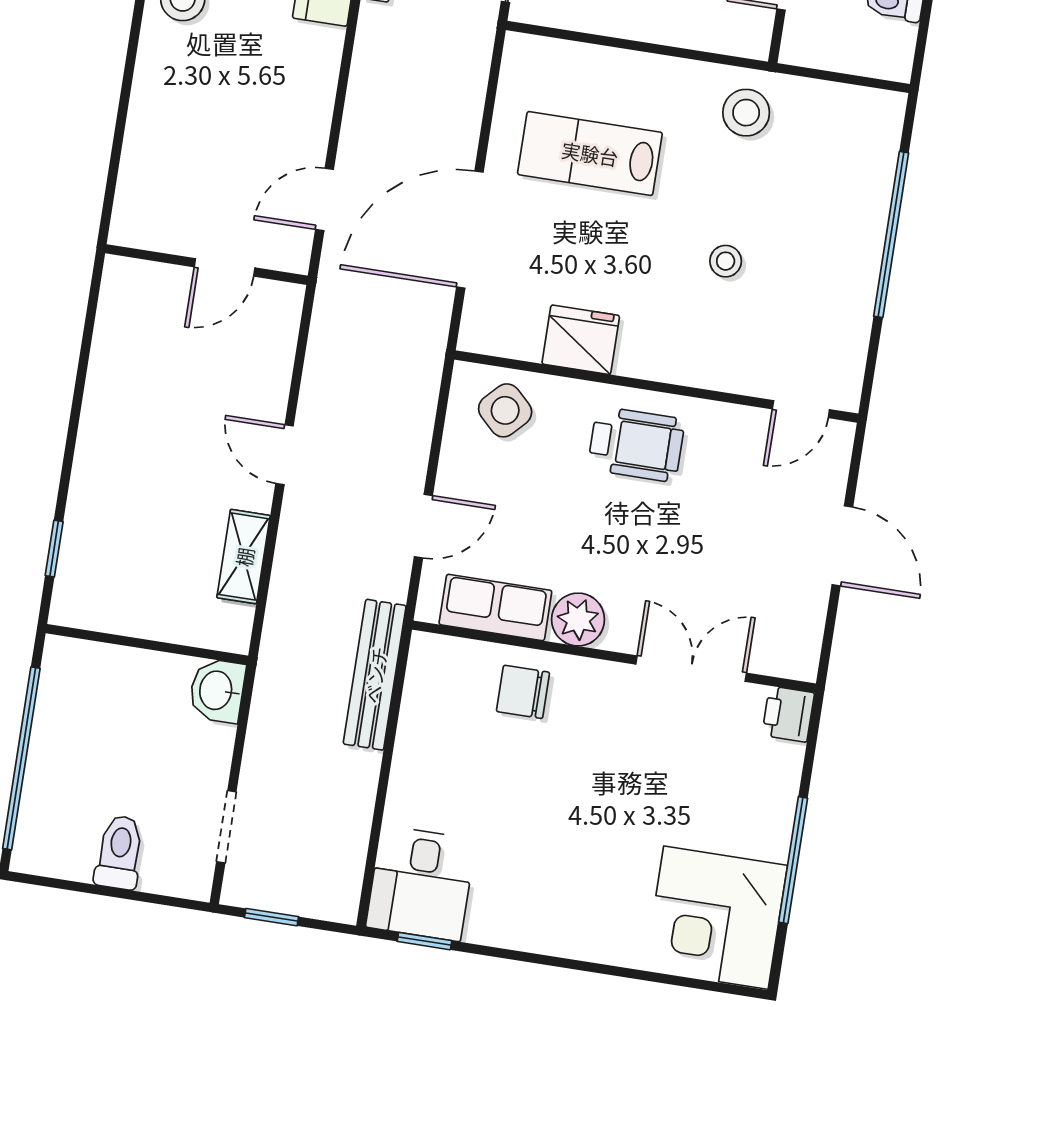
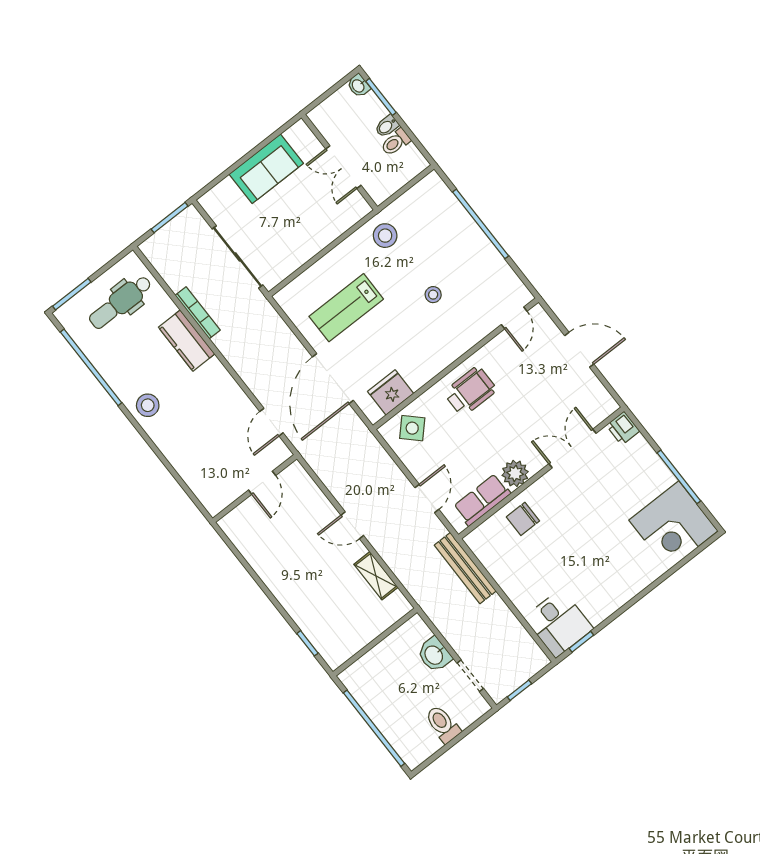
fridge: (581, 340) -> (391, 392), moved
washbasin: (217, 691) -> (434, 655), moved

